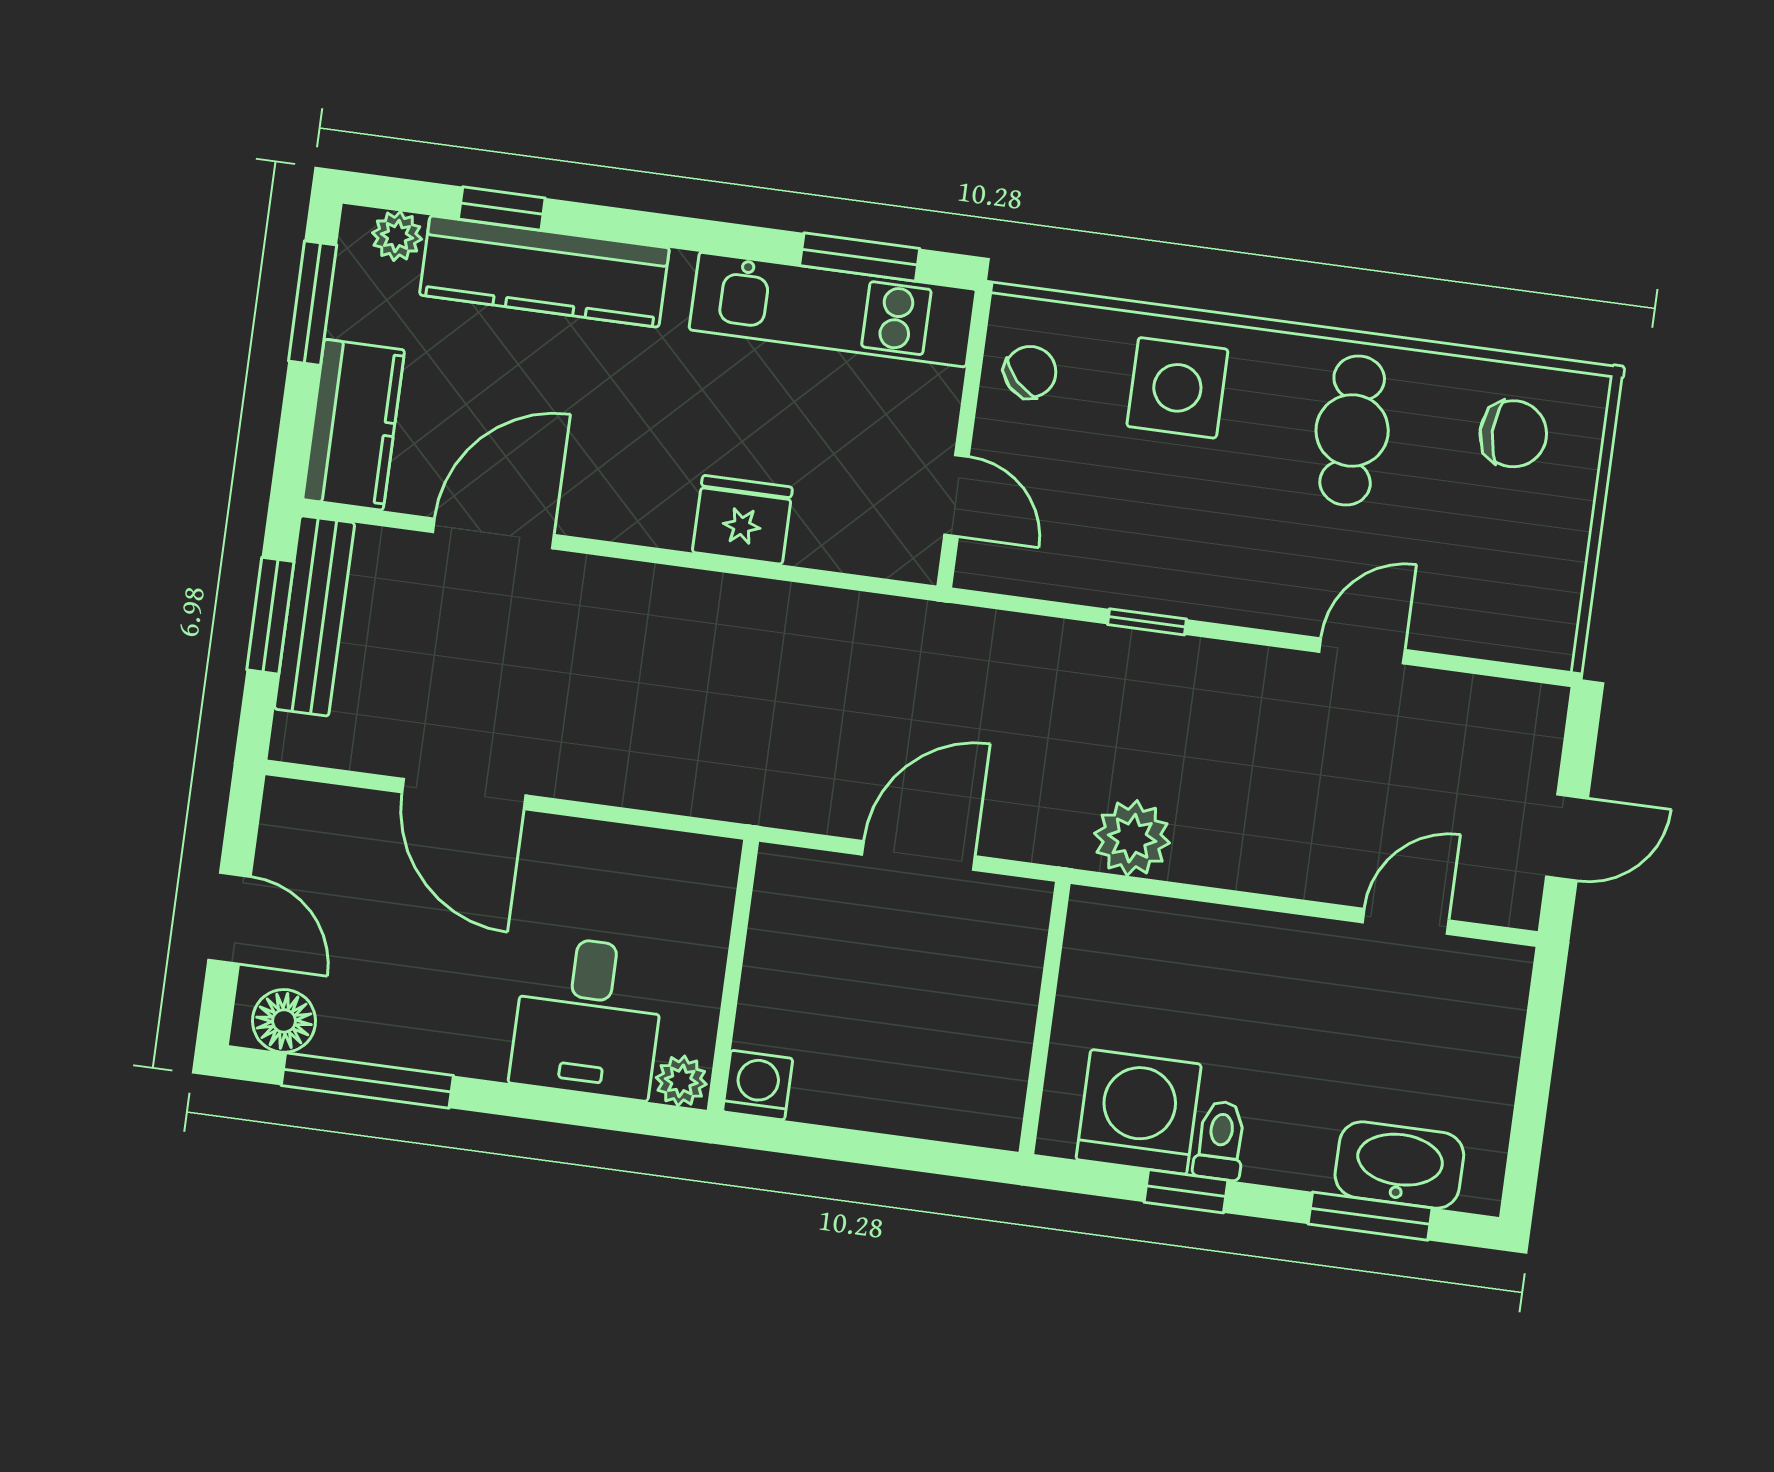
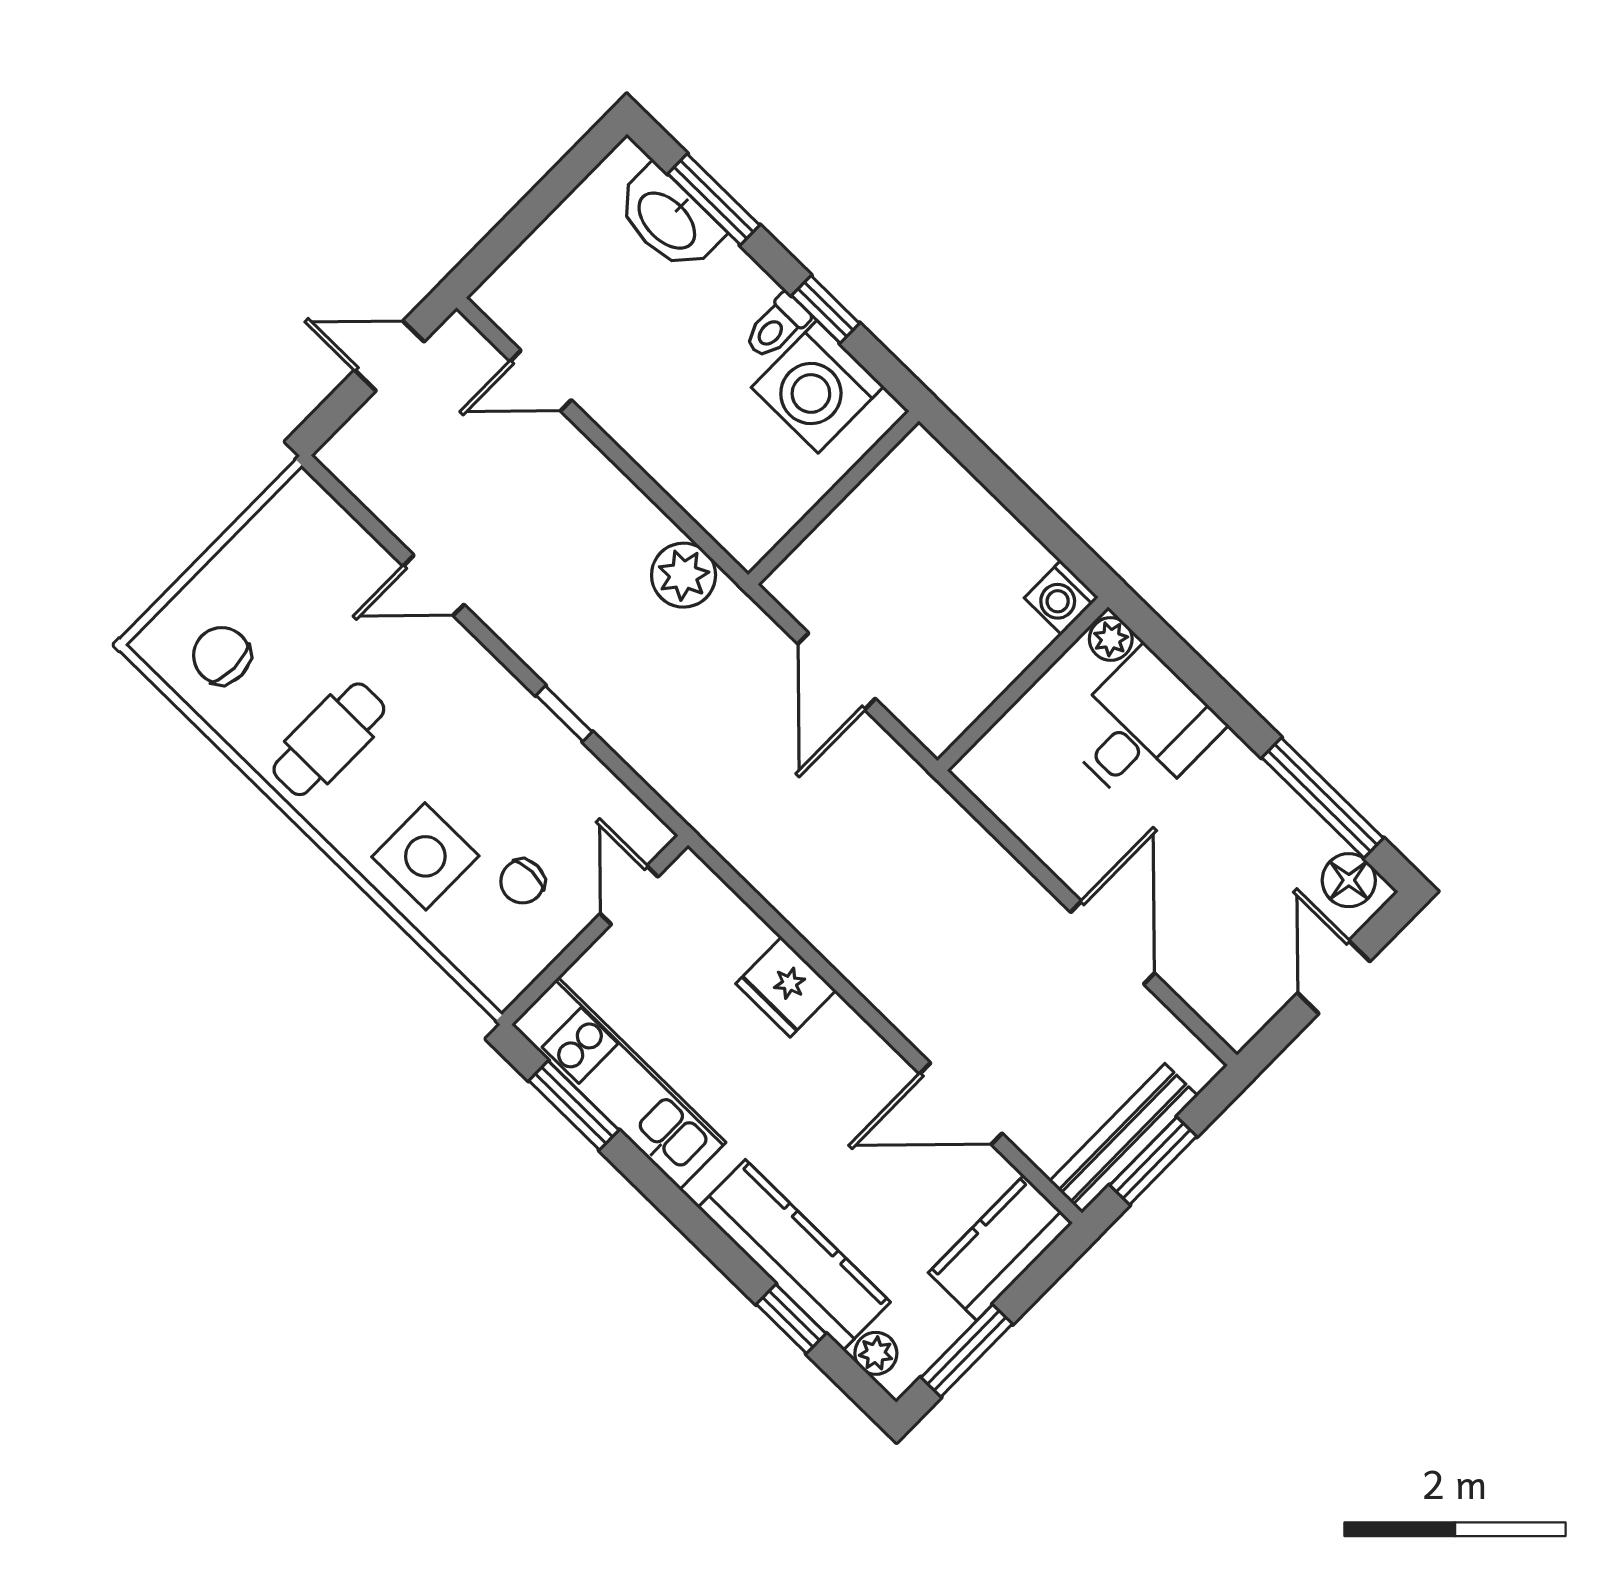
chair: (1030, 372) -> (522, 881), moved, turned -46
door: (919, 855) -> (837, 671), hinge flipped

